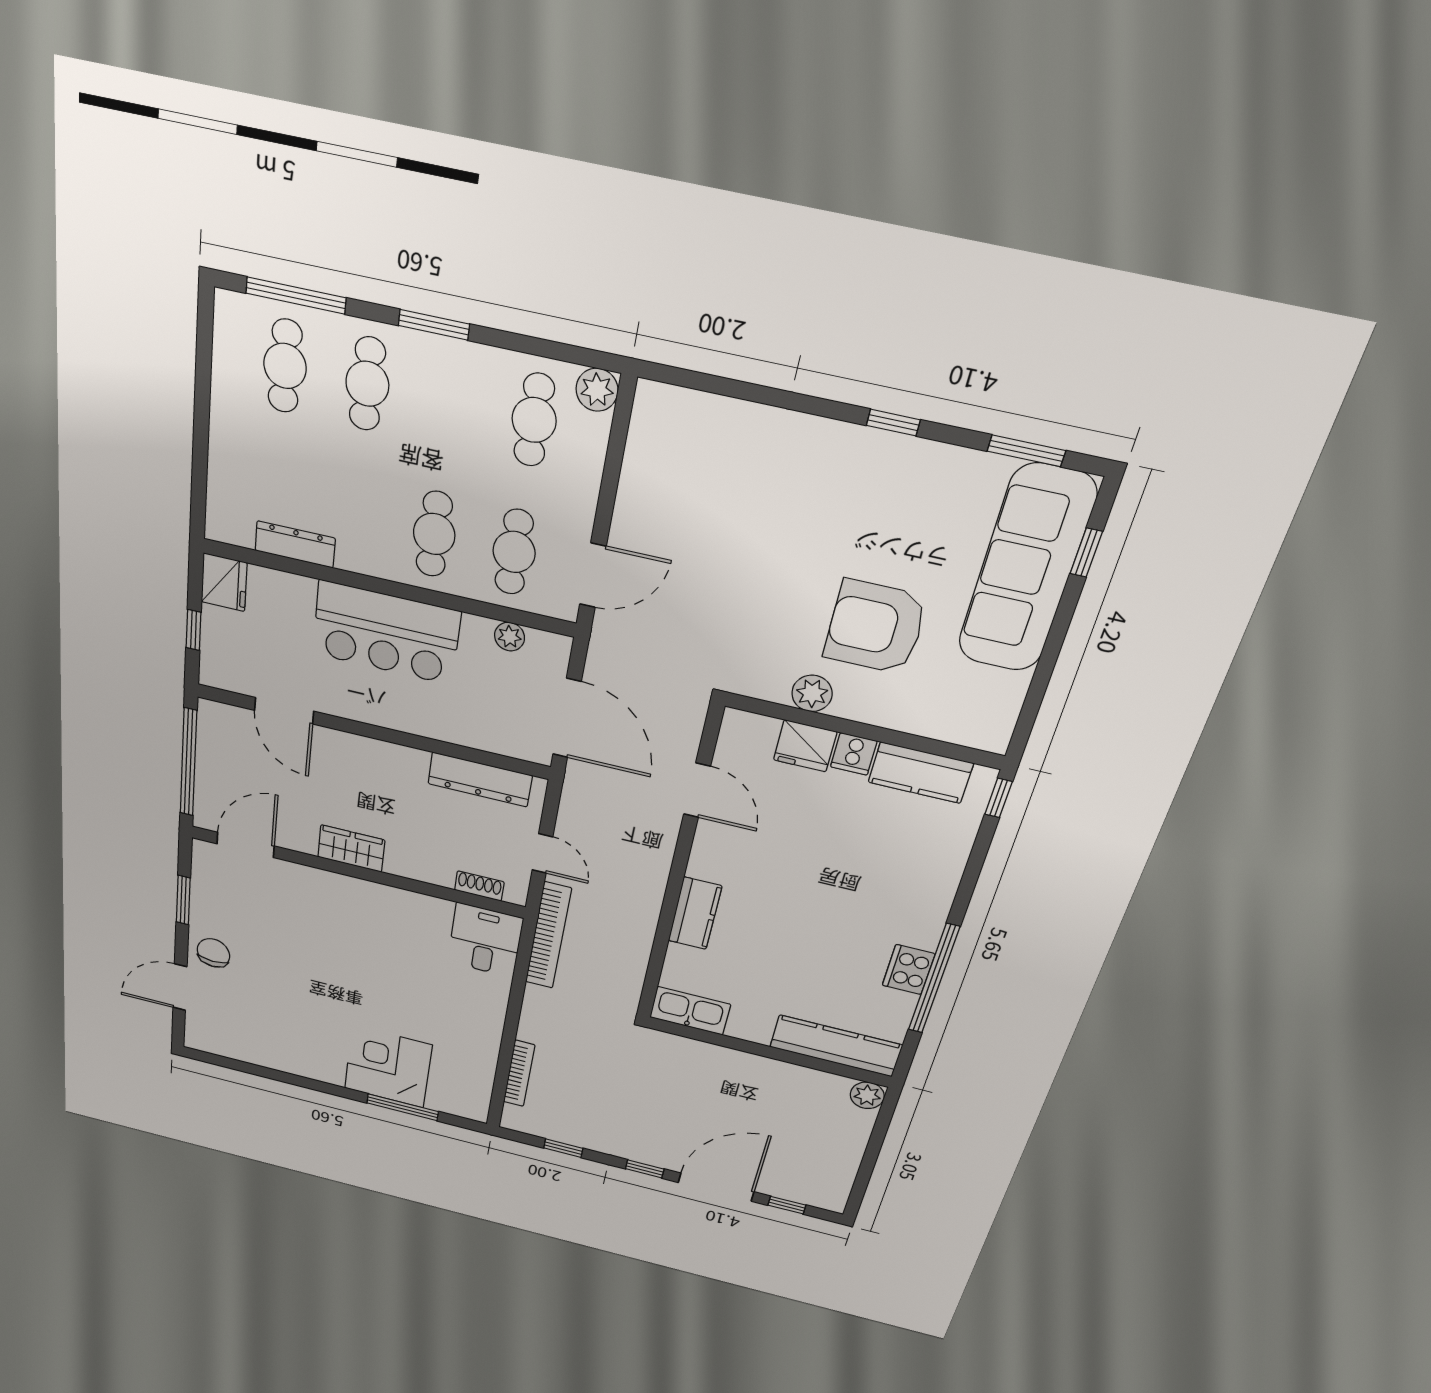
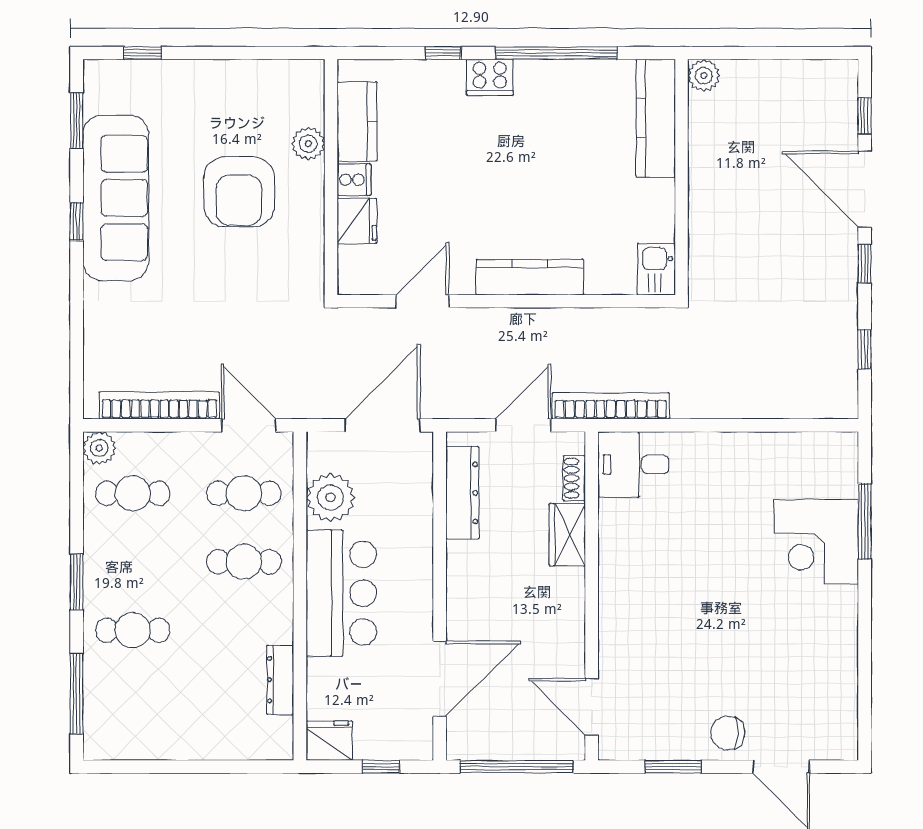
cafe table: (285, 366) -> (133, 699), removed
sofa: (1026, 570) -> (116, 198), moved, turned -90
plant: (510, 637) -> (331, 498), width x1.88, depth x1.88
plant: (812, 693) -> (308, 144), moved
door: (284, 711) -> (440, 679), width x1.36
window: (999, 798) -> (443, 53), moved
wardrobe: (351, 849) -> (567, 535), moved
door: (542, 853) -> (523, 425), width x1.38
kitchen counter: (695, 913) -> (530, 277), width x1.50
cooker: (909, 970) -> (490, 77), moved
kitchen sink: (690, 1011) -> (656, 269), width x0.73
bookcase: (519, 1073) -> (159, 405), moved, width x1.48, depth x1.31

